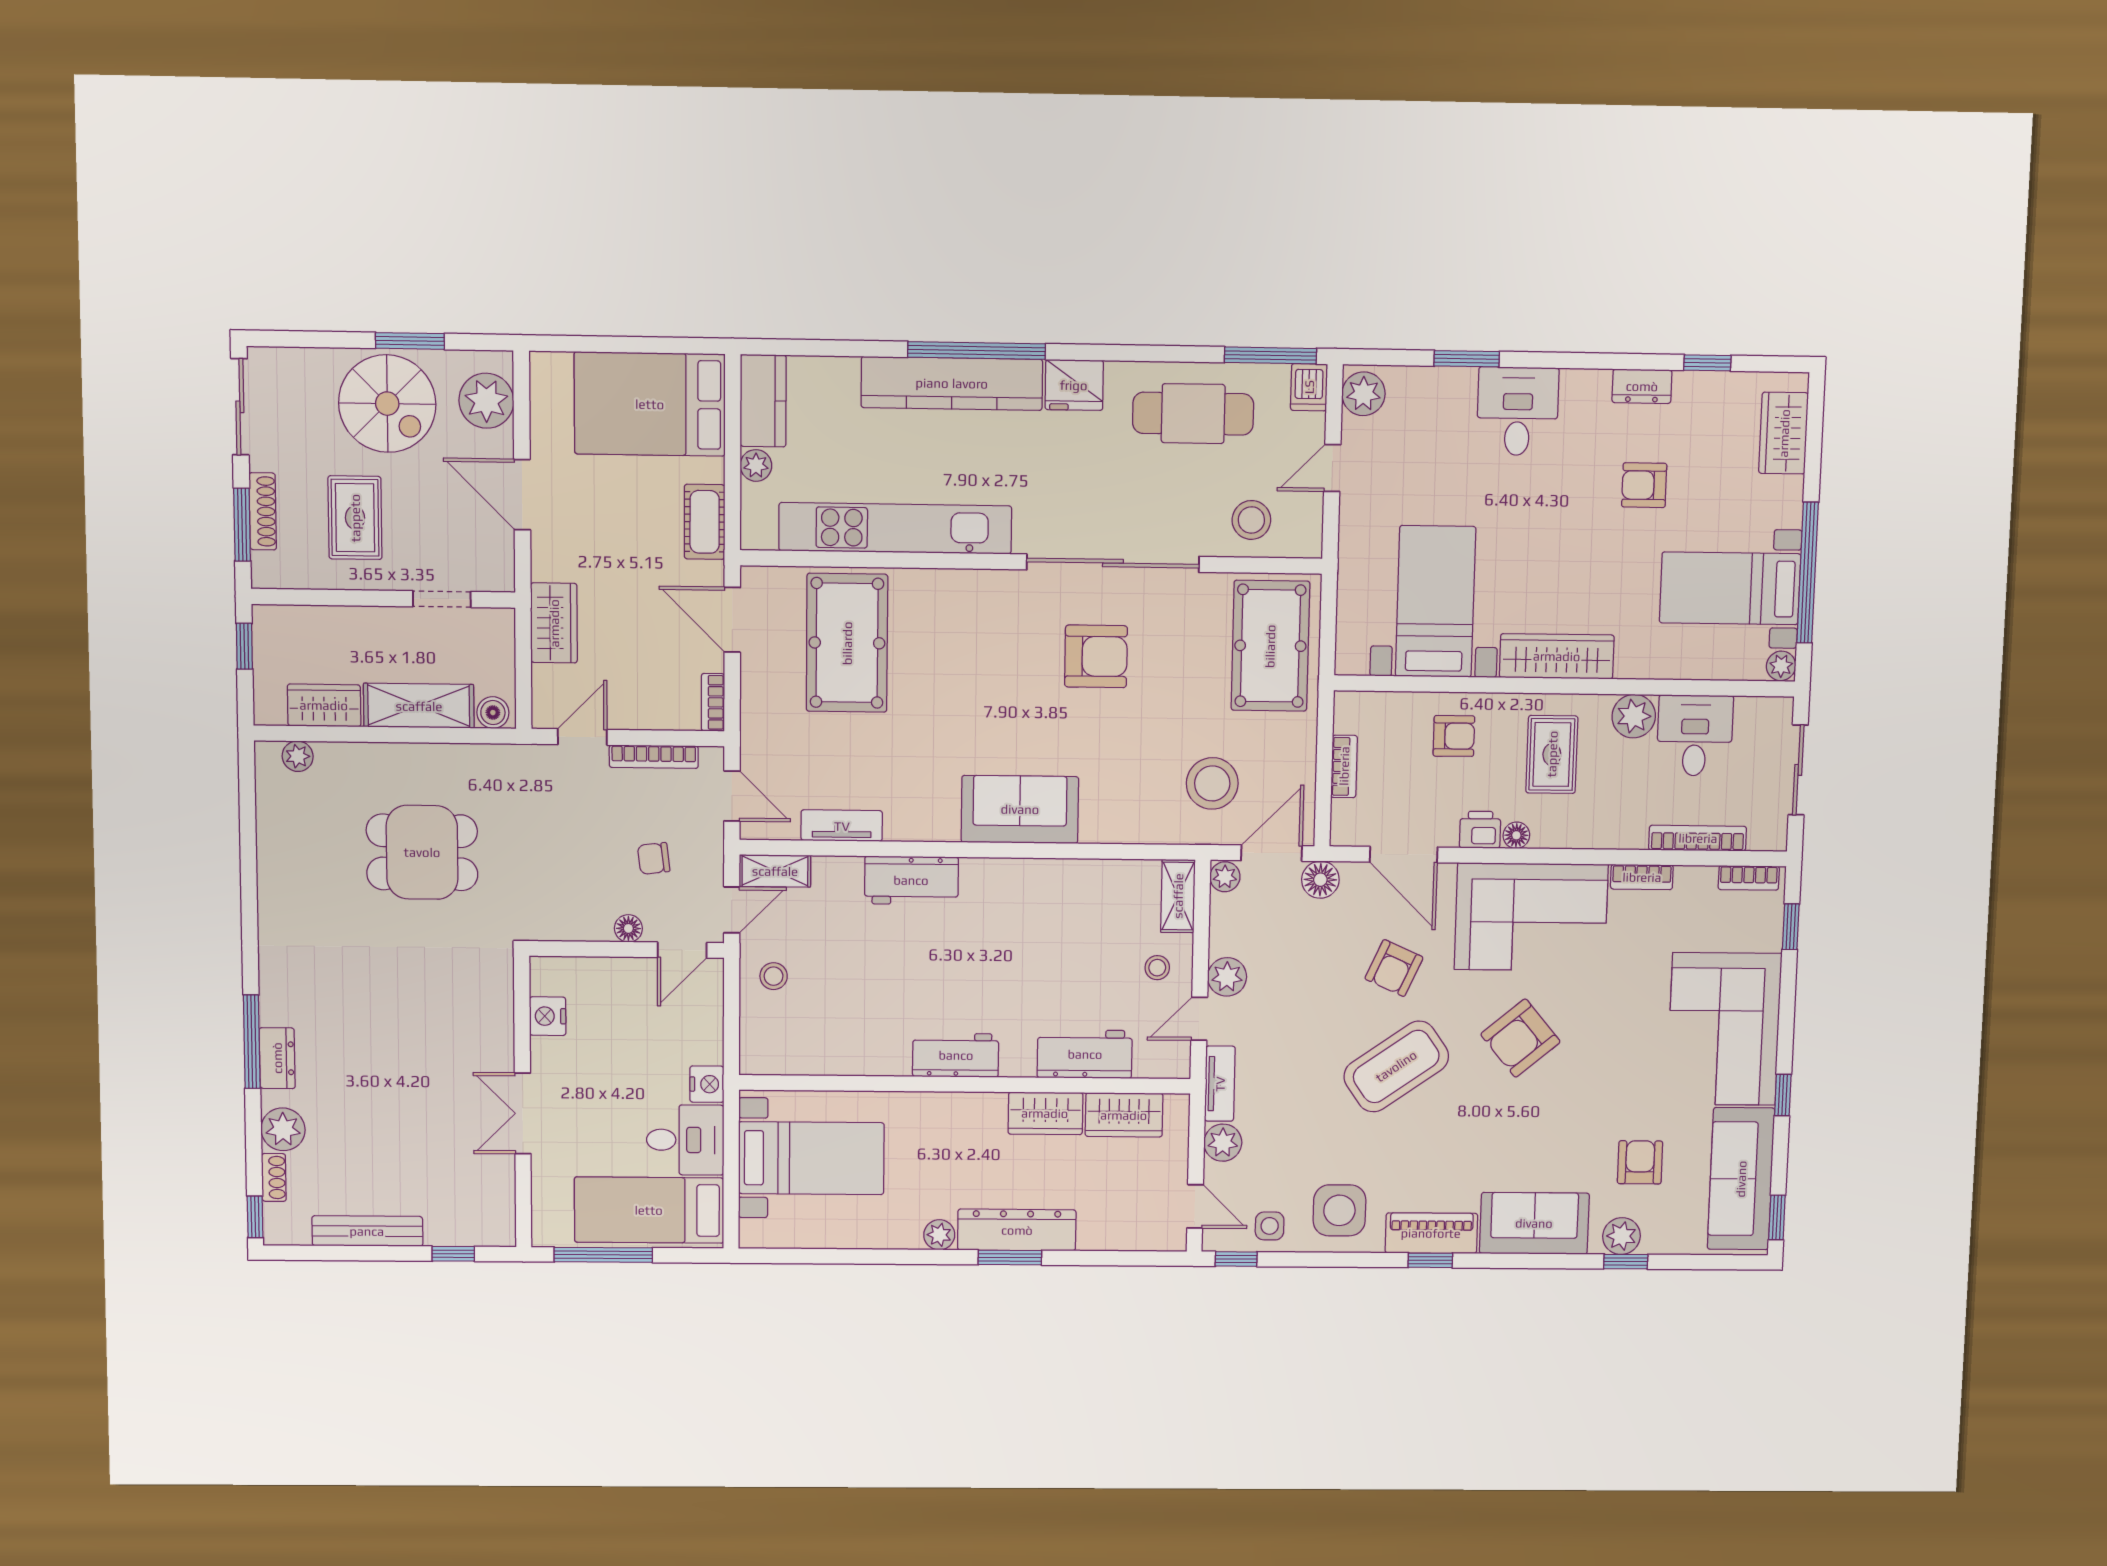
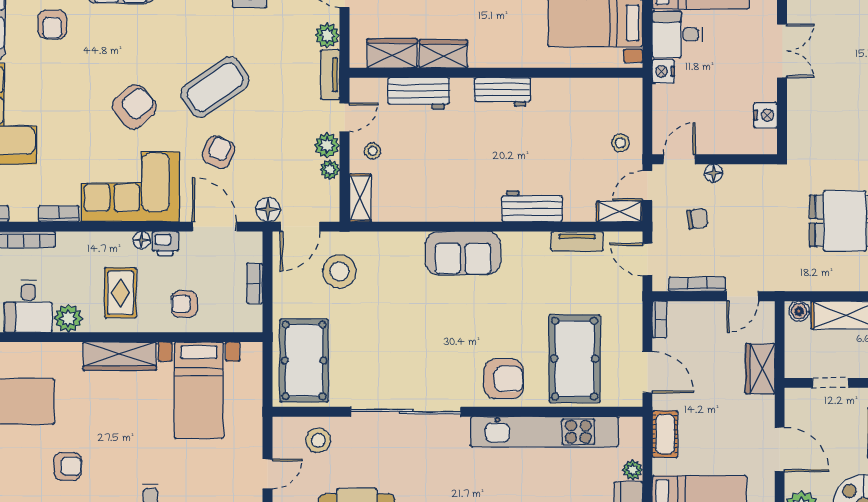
armchair: (1096, 656) -> (504, 379), moved, turned 180
plant: (1225, 877) -> (330, 170), moved

